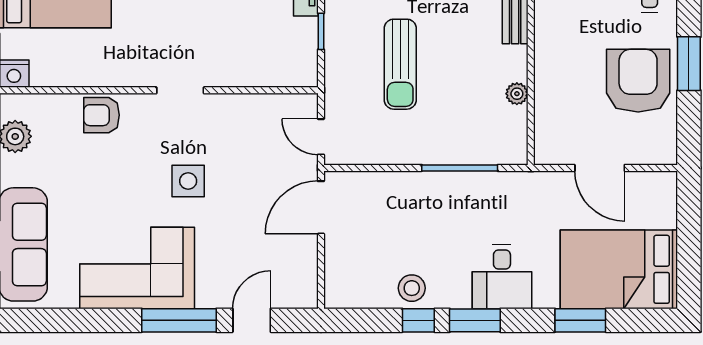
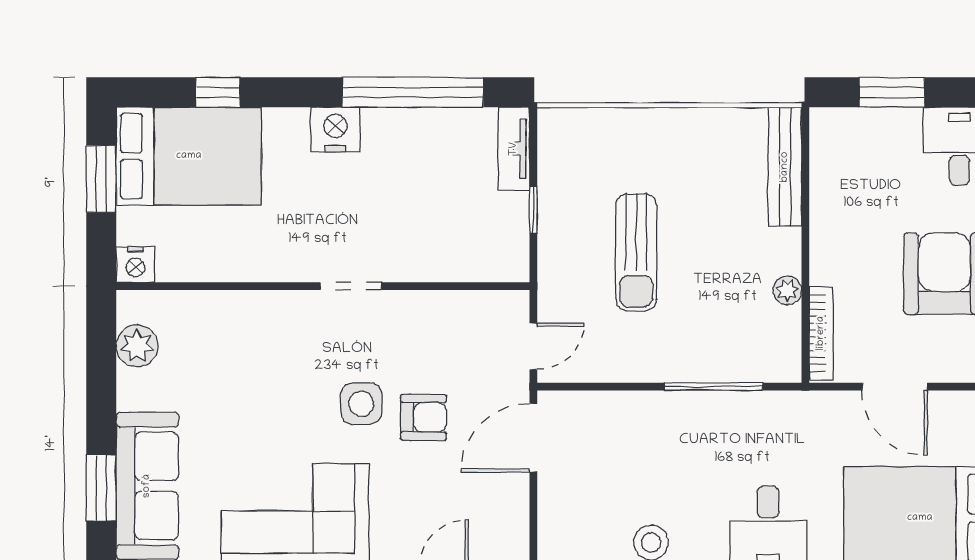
armchair: (101, 115) -> (424, 417), moved, turned 180
bookcase: (543, 127) -> (821, 333), added
door: (321, 137) -> (533, 346), swing flipped

